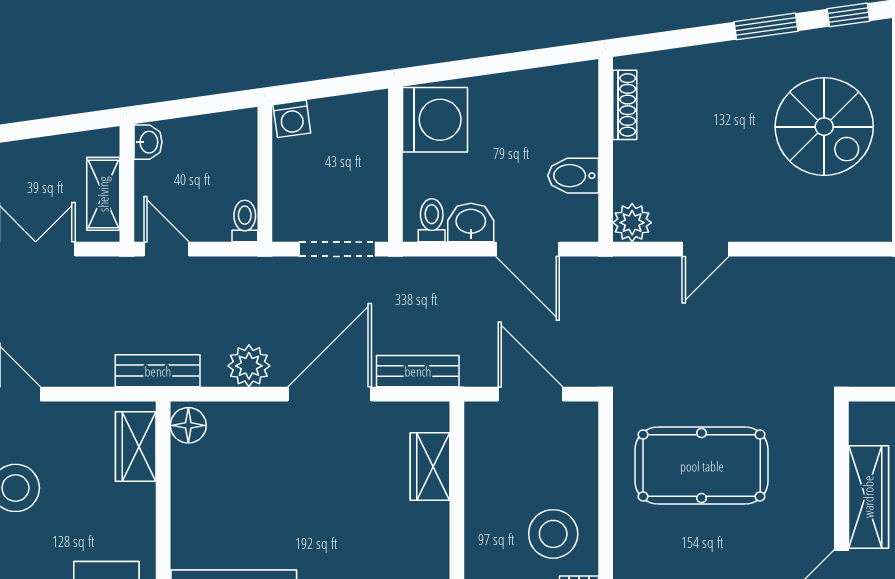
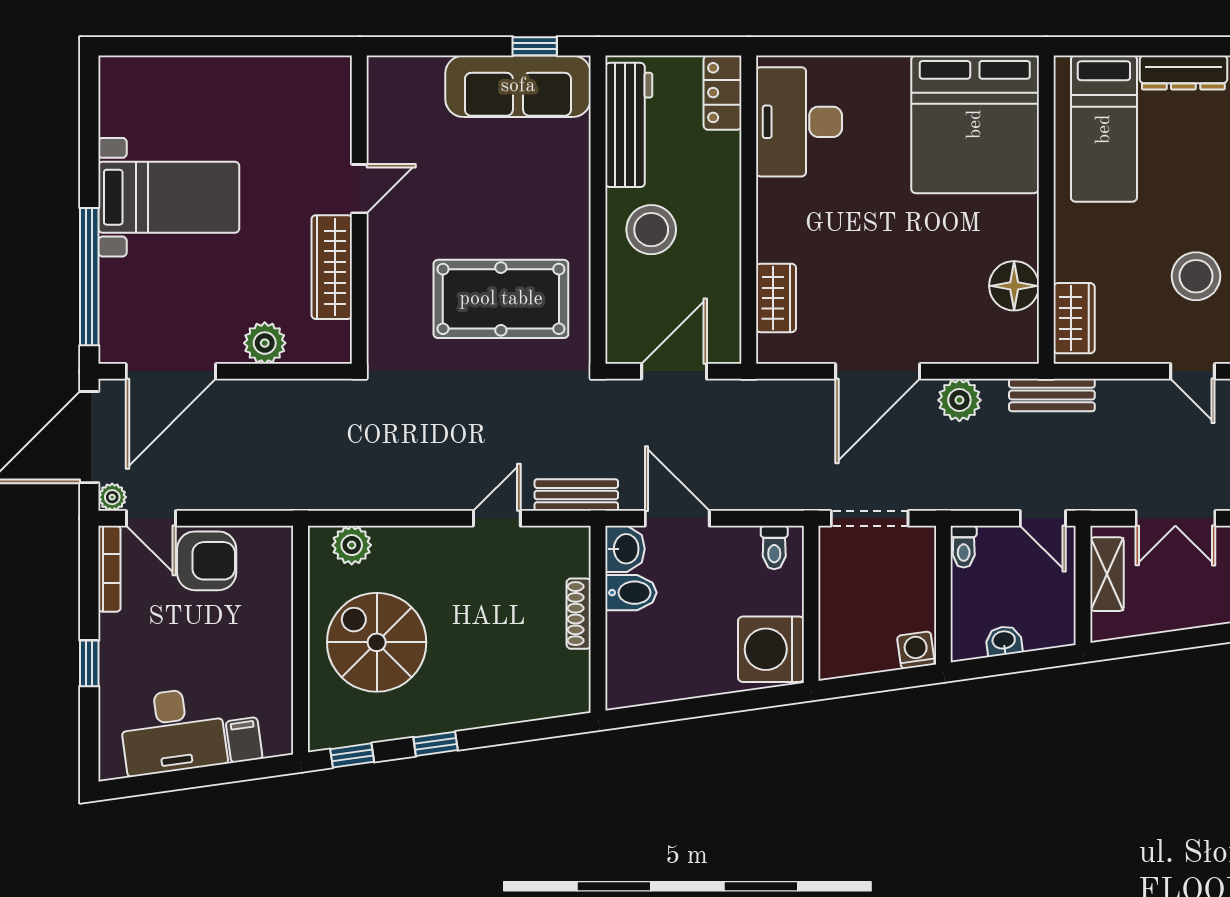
window: (766, 26) -> (436, 744), width x0.67
shoe rack: (625, 105) -> (579, 614), moved
washbasin: (148, 142) -> (1004, 641), moved, turned 82
washbasin: (471, 222) -> (625, 549), moved, turned -90
plant: (632, 223) -> (352, 545), moved
bench: (418, 371) -> (576, 495), moved
door: (531, 394) -> (674, 371), swing flipped
floor lamp: (188, 425) -> (1014, 286), moved, width x1.38, depth x1.38

